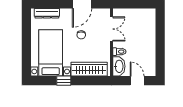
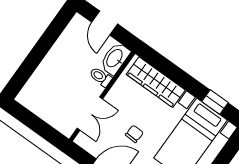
double door: (111, 29) -> (90, 113), swing flipped
window: (64, 81) -> (215, 102), moved

